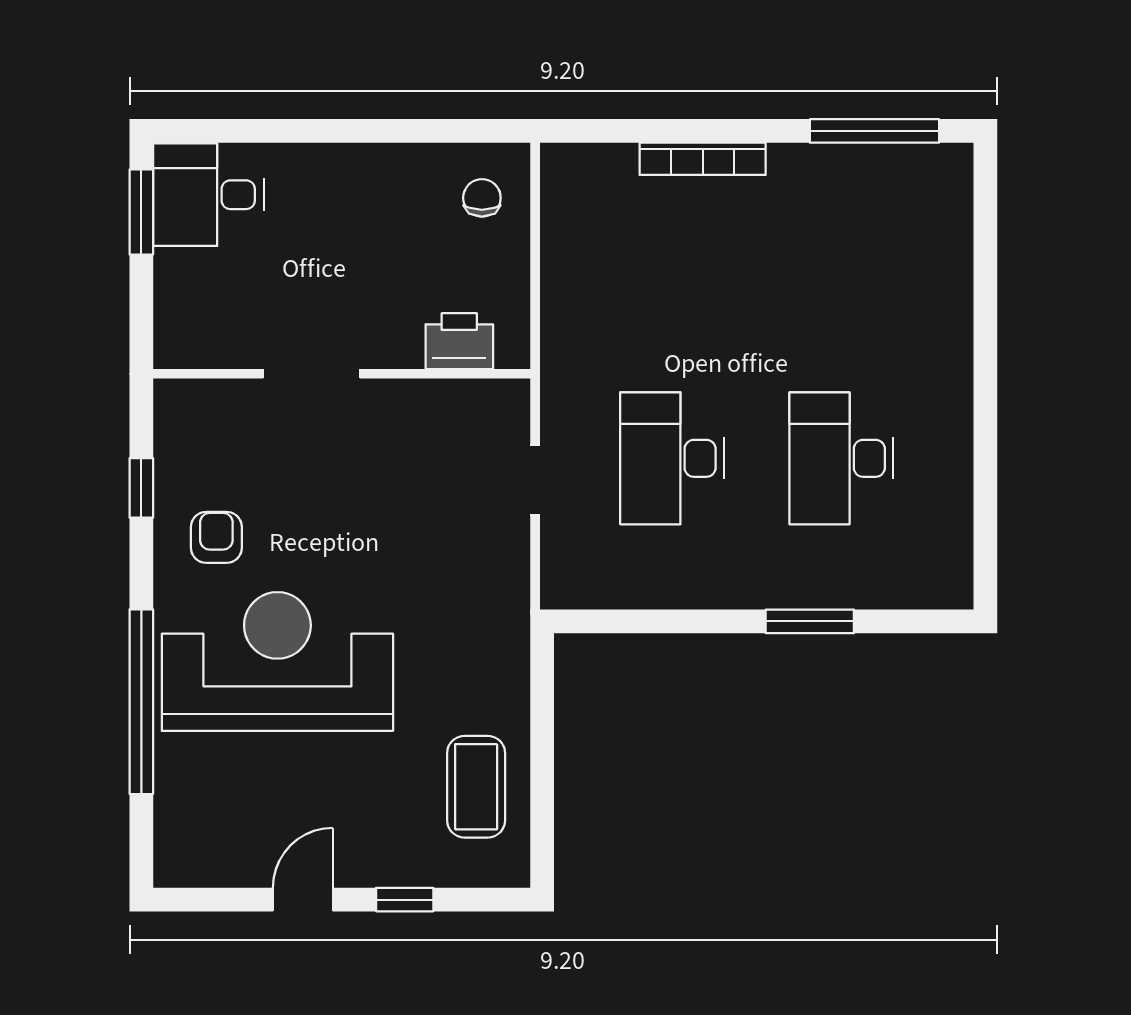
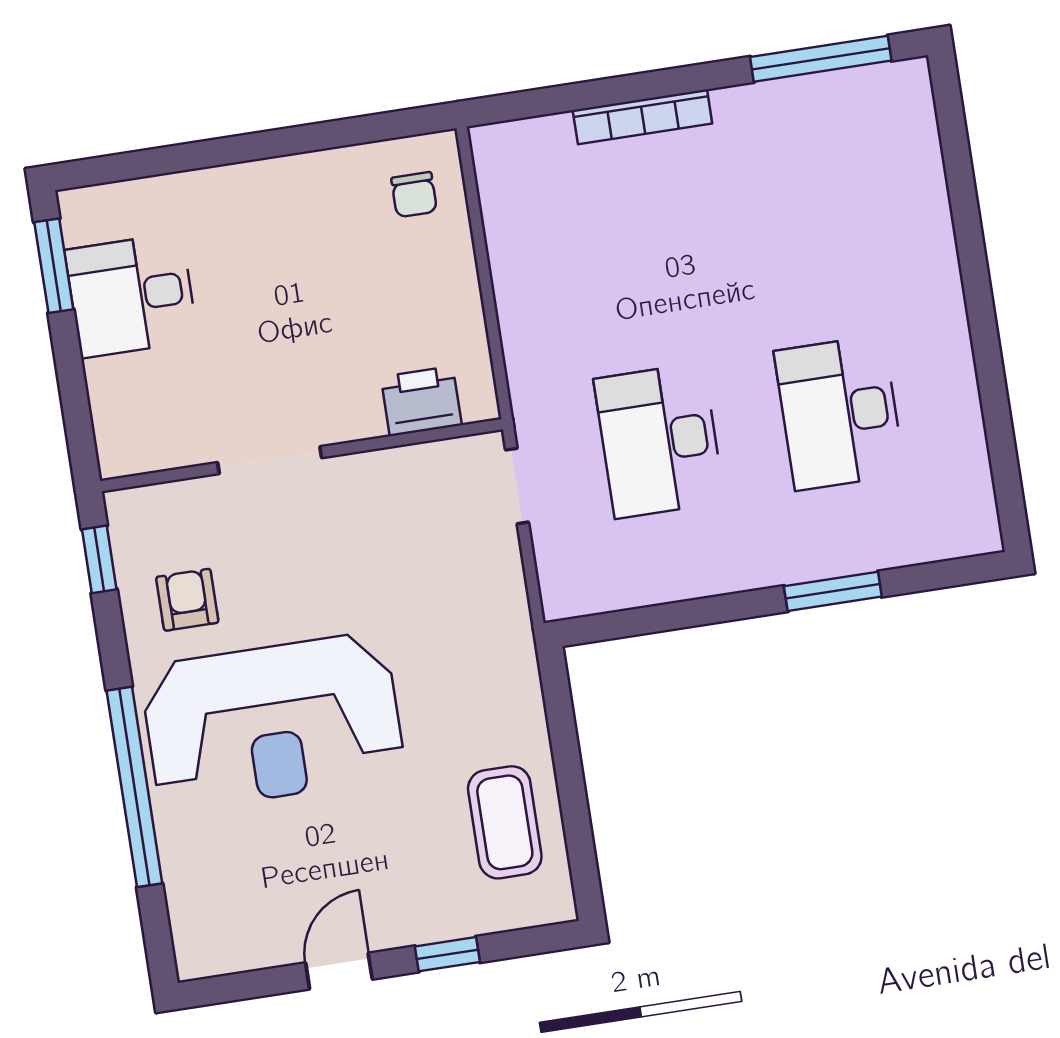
desk: (208, 195) -> (131, 295), moved
chair: (482, 198) -> (414, 195), turned 180
printer: (459, 341) -> (421, 401), moved
doorway: (312, 374) -> (270, 460), moved
wall: (342, 374) -> (302, 455), moved
reception desk: (277, 661) -> (273, 722), turned 180

